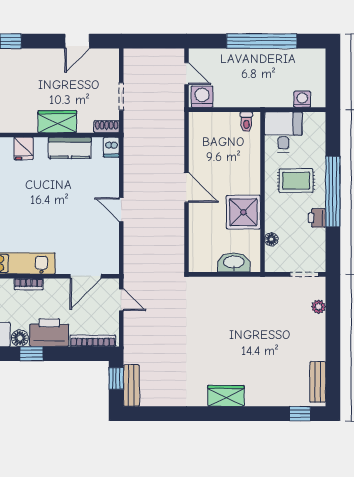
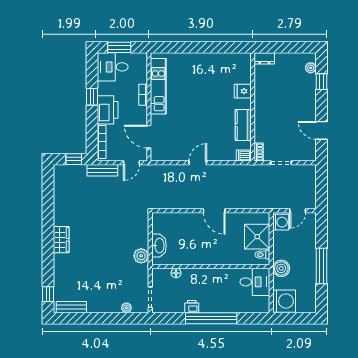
window: (262, 41) -> (322, 266), width x0.68
boiler: (265, 96) -> (281, 268), added
washing machine: (302, 99) -> (284, 301), width x1.89, depth x1.89
wardrobe: (57, 122) -> (262, 116), removed
rug: (296, 181) -> (219, 291), removed
door: (186, 187) -> (214, 211), hinge flipped
shower: (243, 212) -> (257, 237), moved
plant: (248, 287) -> (141, 256), added
floor lamp: (20, 338) -> (103, 88), removed
bench: (131, 385) -> (102, 170), moved

